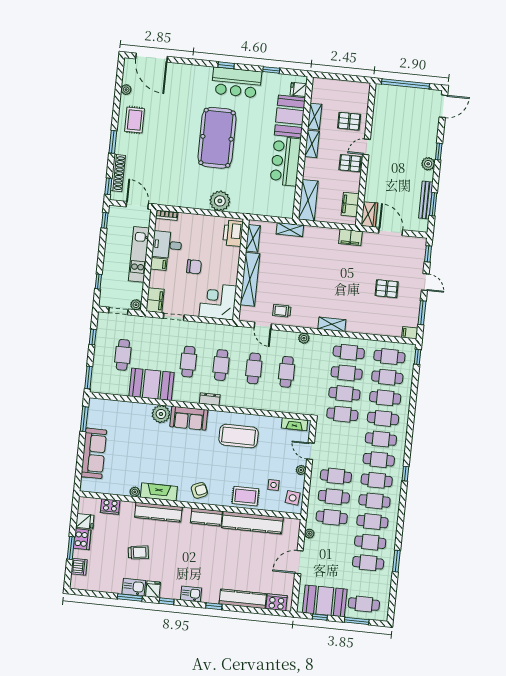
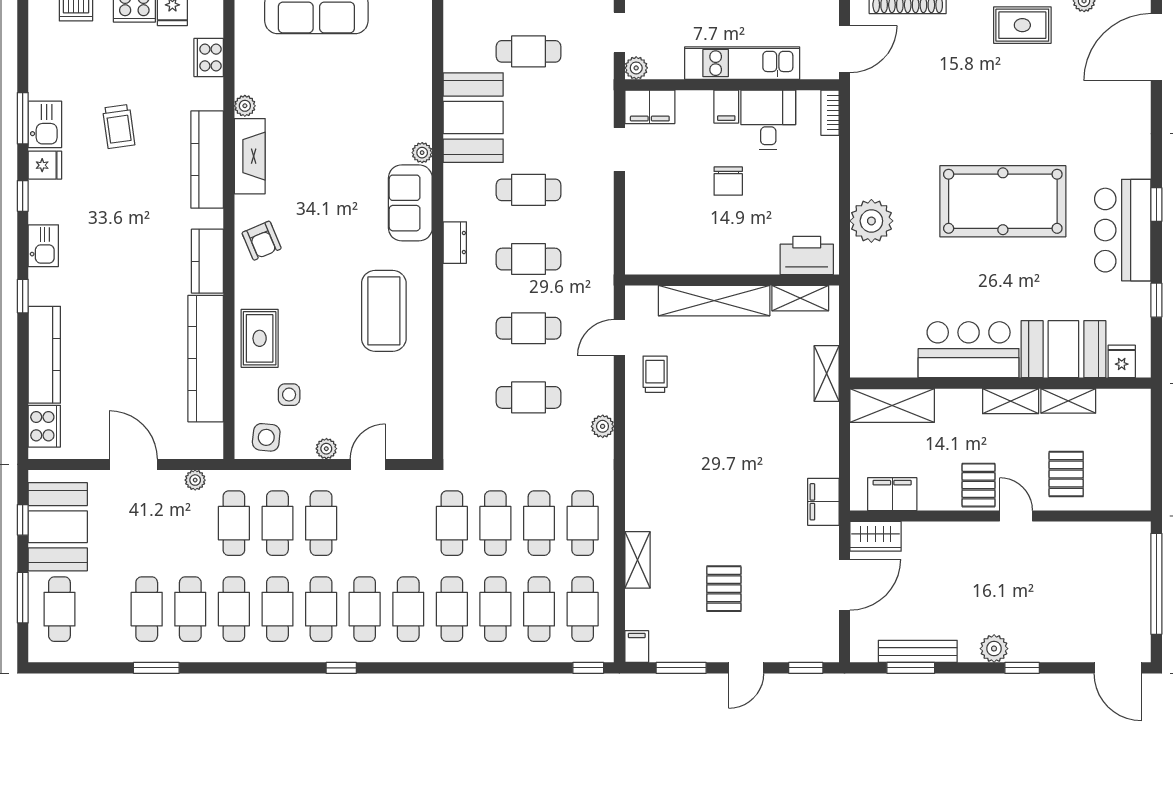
corner desk: (218, 301) -> (661, 238), removed
shelving: (332, 324) -> (638, 560), moved
plant: (161, 414) -> (422, 153), width x0.53, depth x0.53
fireplace: (294, 424) -> (421, 425), removed

